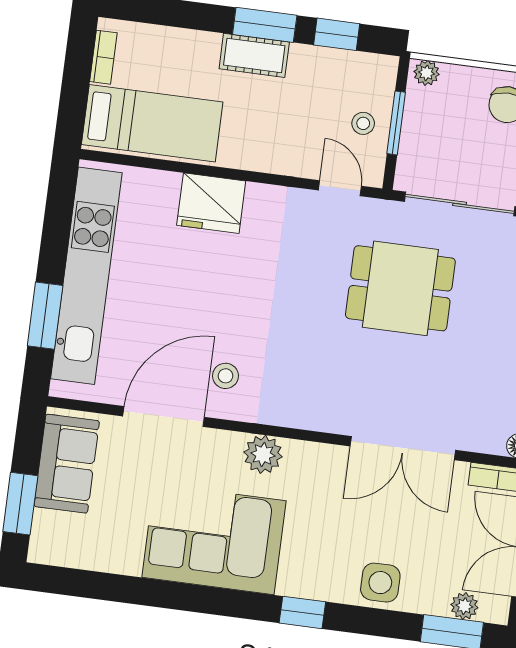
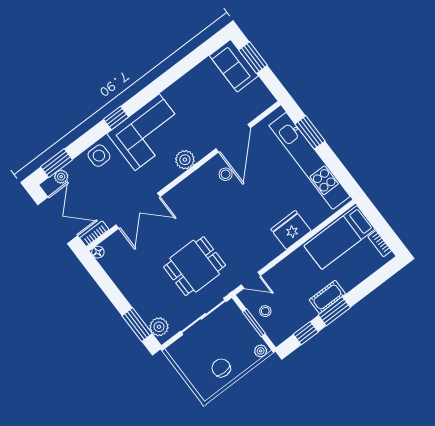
double door: (403, 448) -> (138, 211), swing flipped
sofa: (67, 464) -> (234, 66), moved
corner sofa: (214, 539) -> (147, 132), moved

